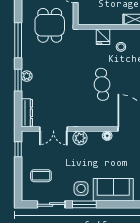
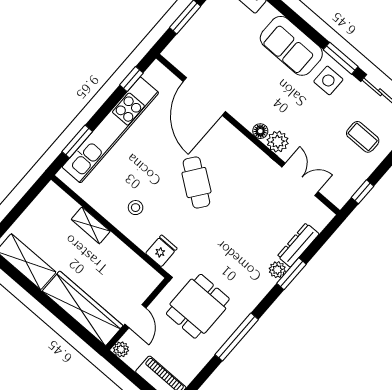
fridge: (103, 37) -> (161, 251), moved
window: (18, 40) -> (237, 337), moved
cafe table: (102, 84) -> (196, 183), turned -49
dresser: (27, 113) -> (298, 245), moved
floor lamp: (107, 136) -> (260, 131), moved

